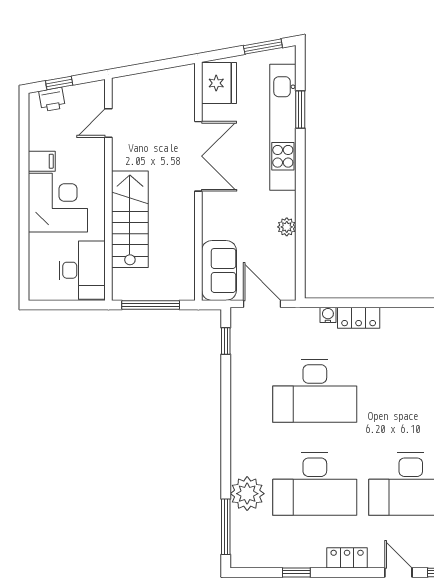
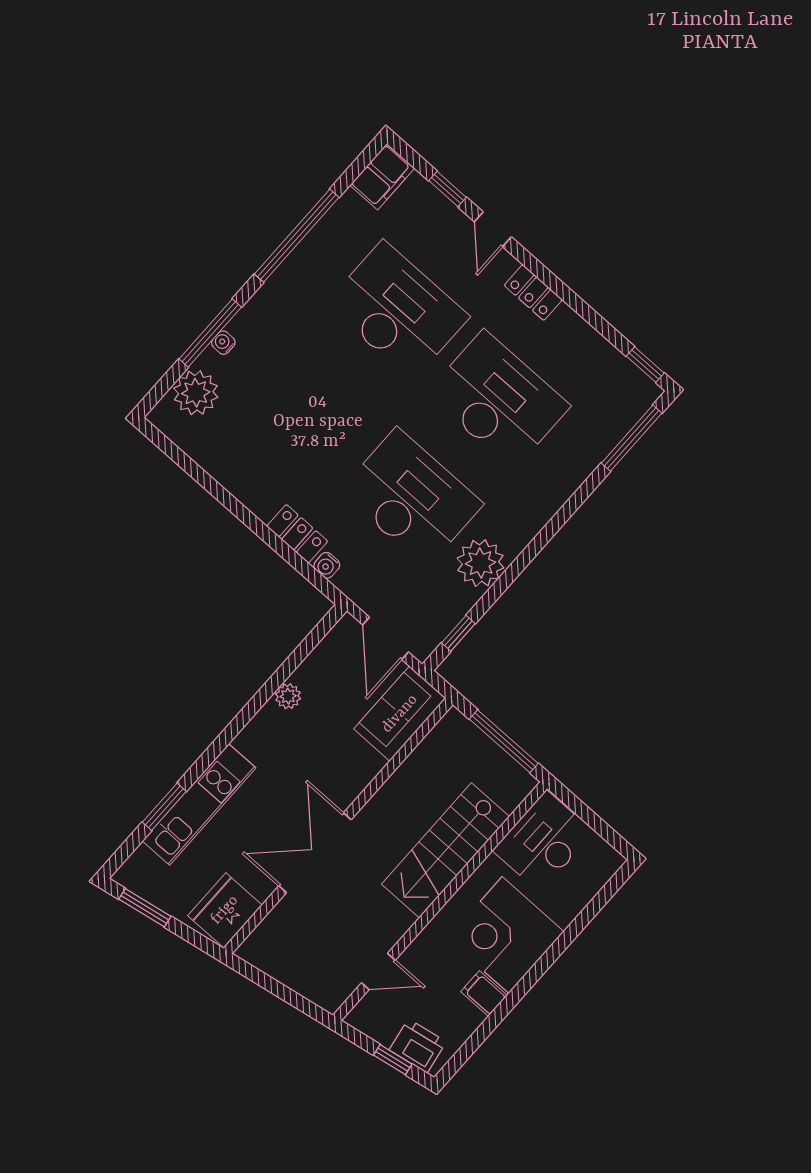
printer: (52, 99) -> (418, 1046), width x1.36, depth x1.24
kitchen unit: (283, 127) -> (199, 804), width x0.73
plant: (247, 494) -> (480, 563), moved
window: (296, 572) -> (645, 365), moved

